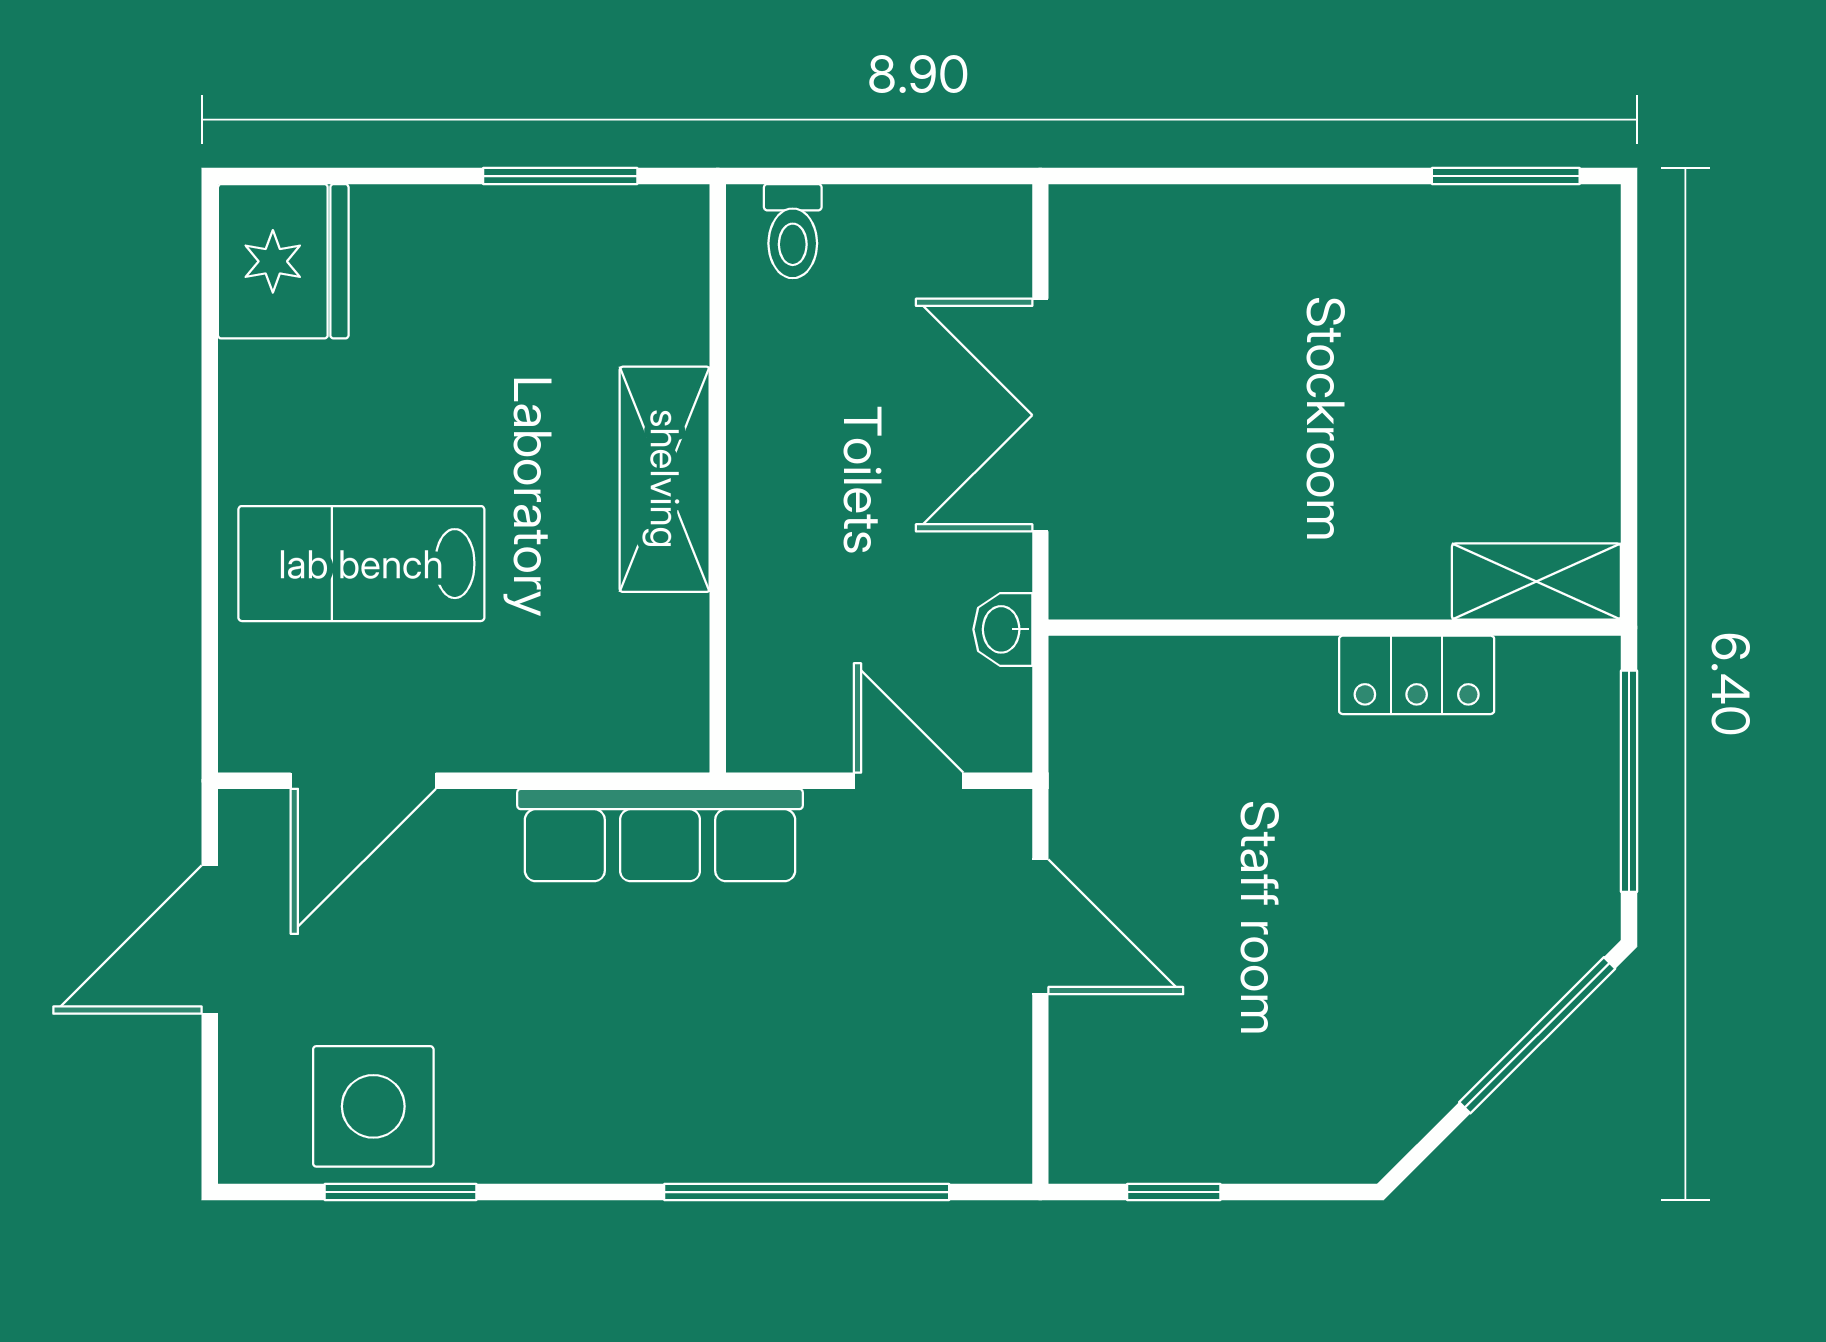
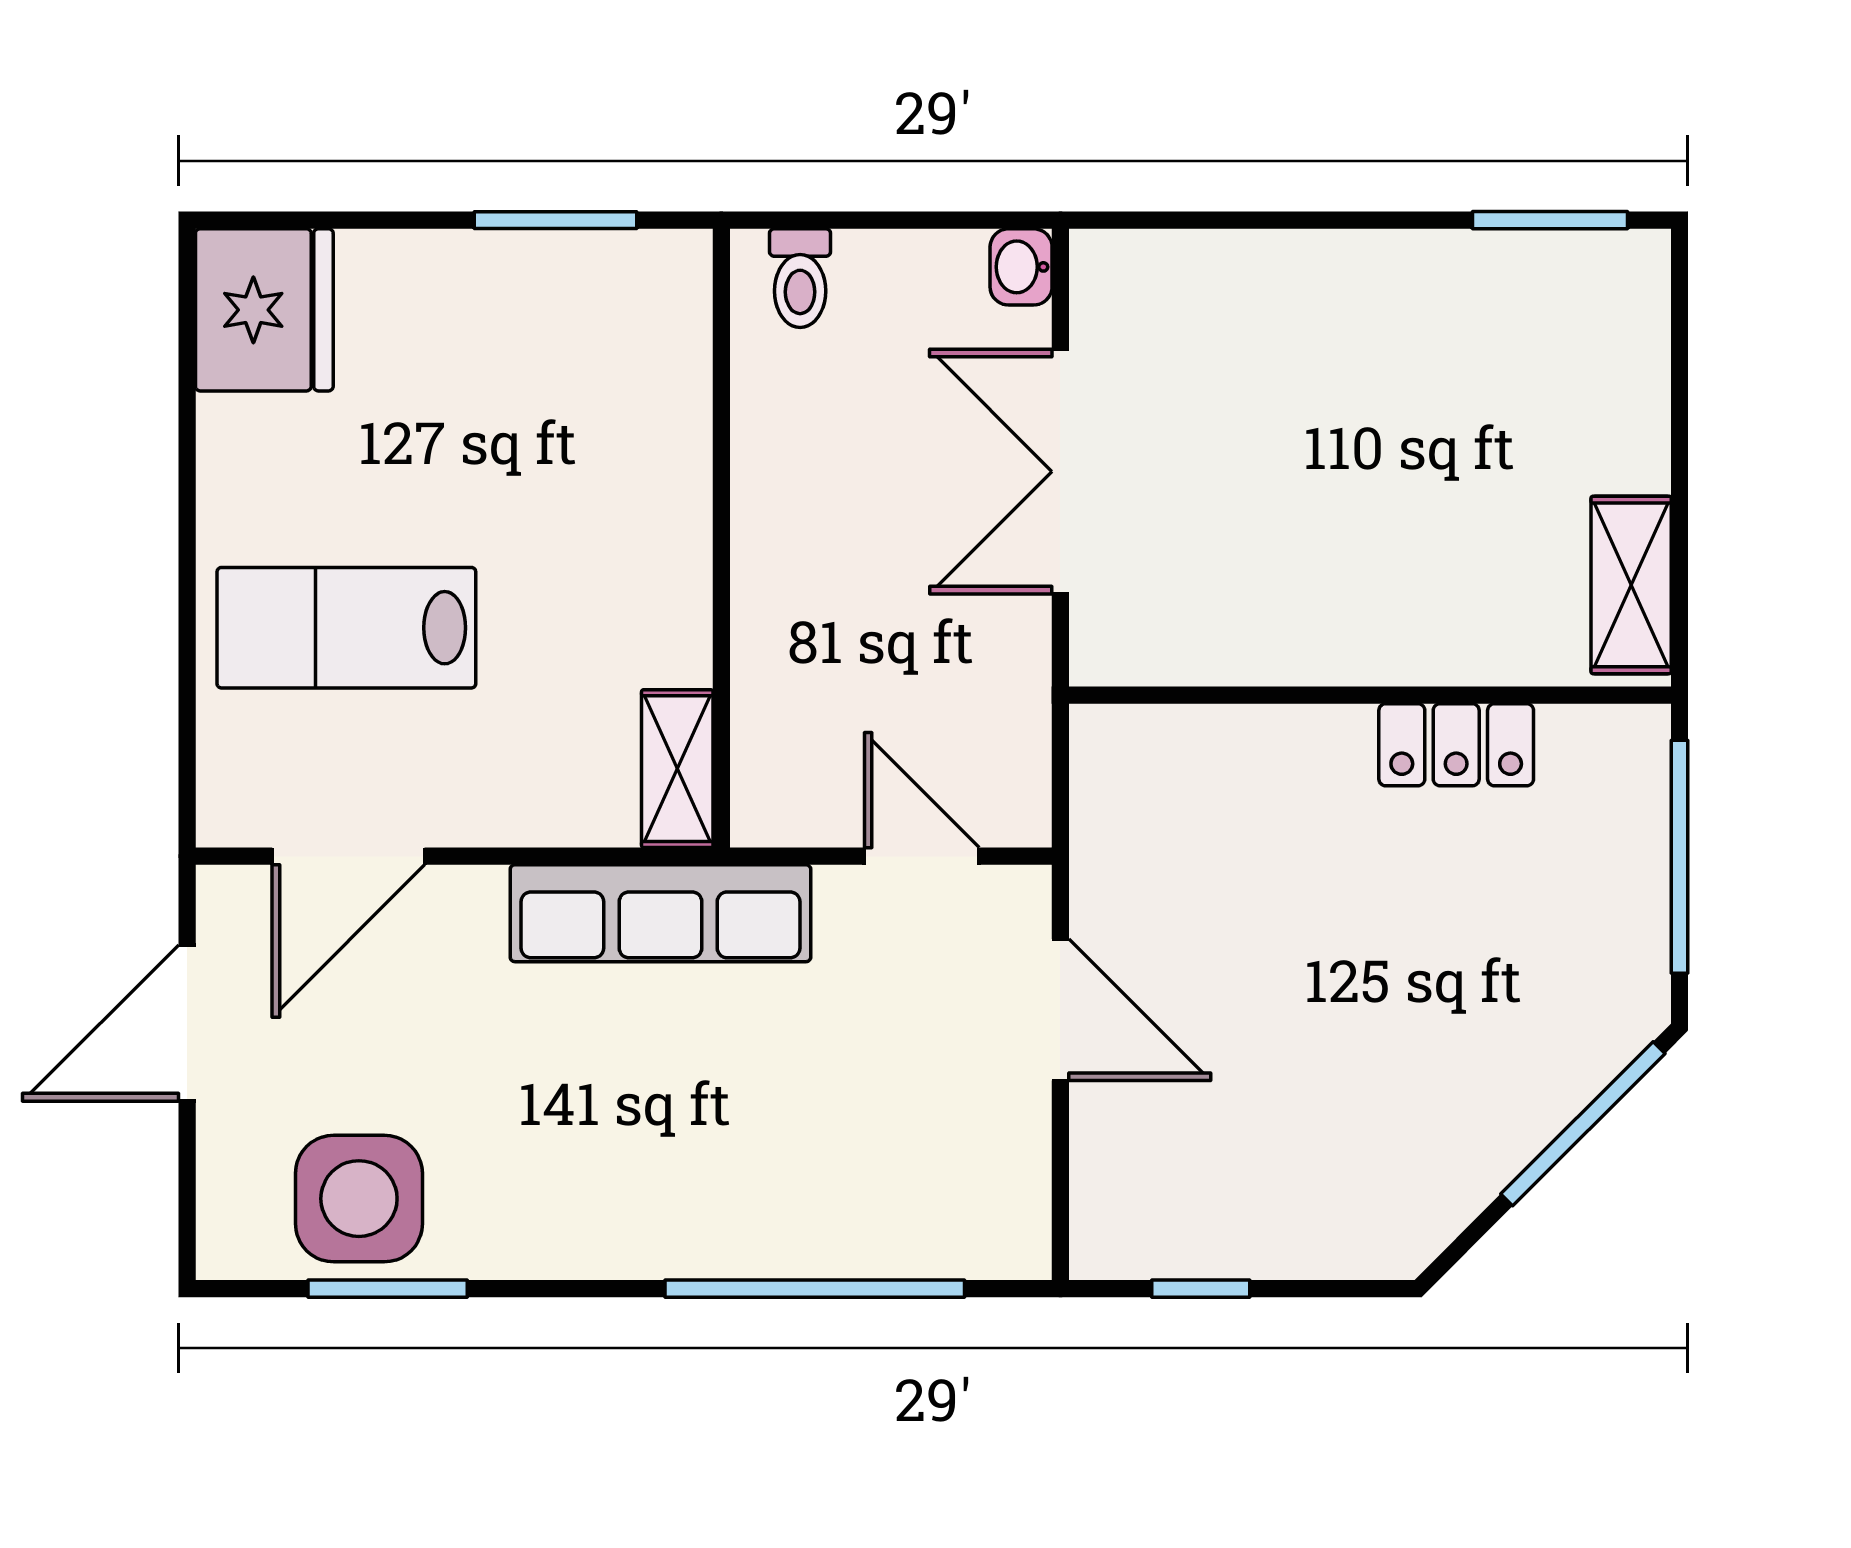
shelving: (665, 479) -> (677, 769), moved, width x0.67, depth x0.75
shelving: (1536, 581) -> (1631, 585), moved, turned 90
washbasin: (1003, 629) -> (1021, 267), moved

